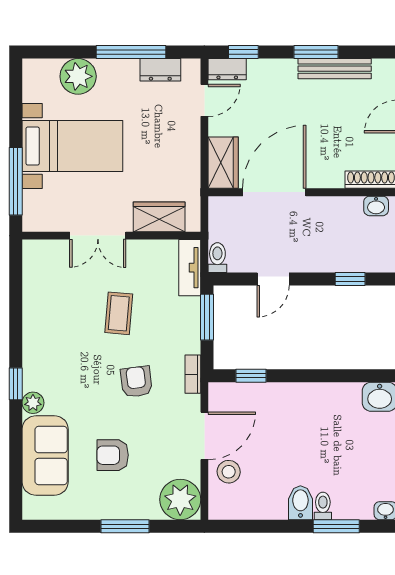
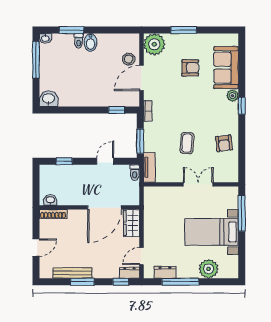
wardrobe: (159, 217) -> (166, 194), removed
armchair: (136, 382) -> (224, 143), moved

